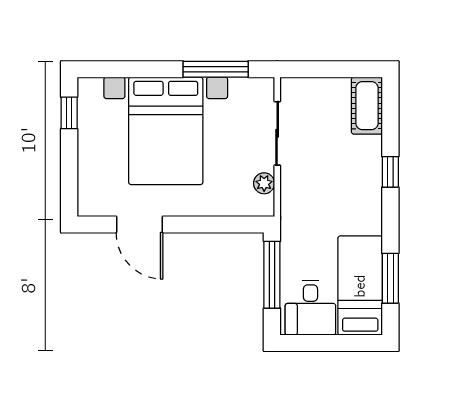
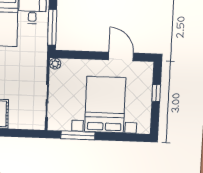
window: (69, 113) -> (156, 93), moved
plant: (264, 183) -> (55, 64), moved

